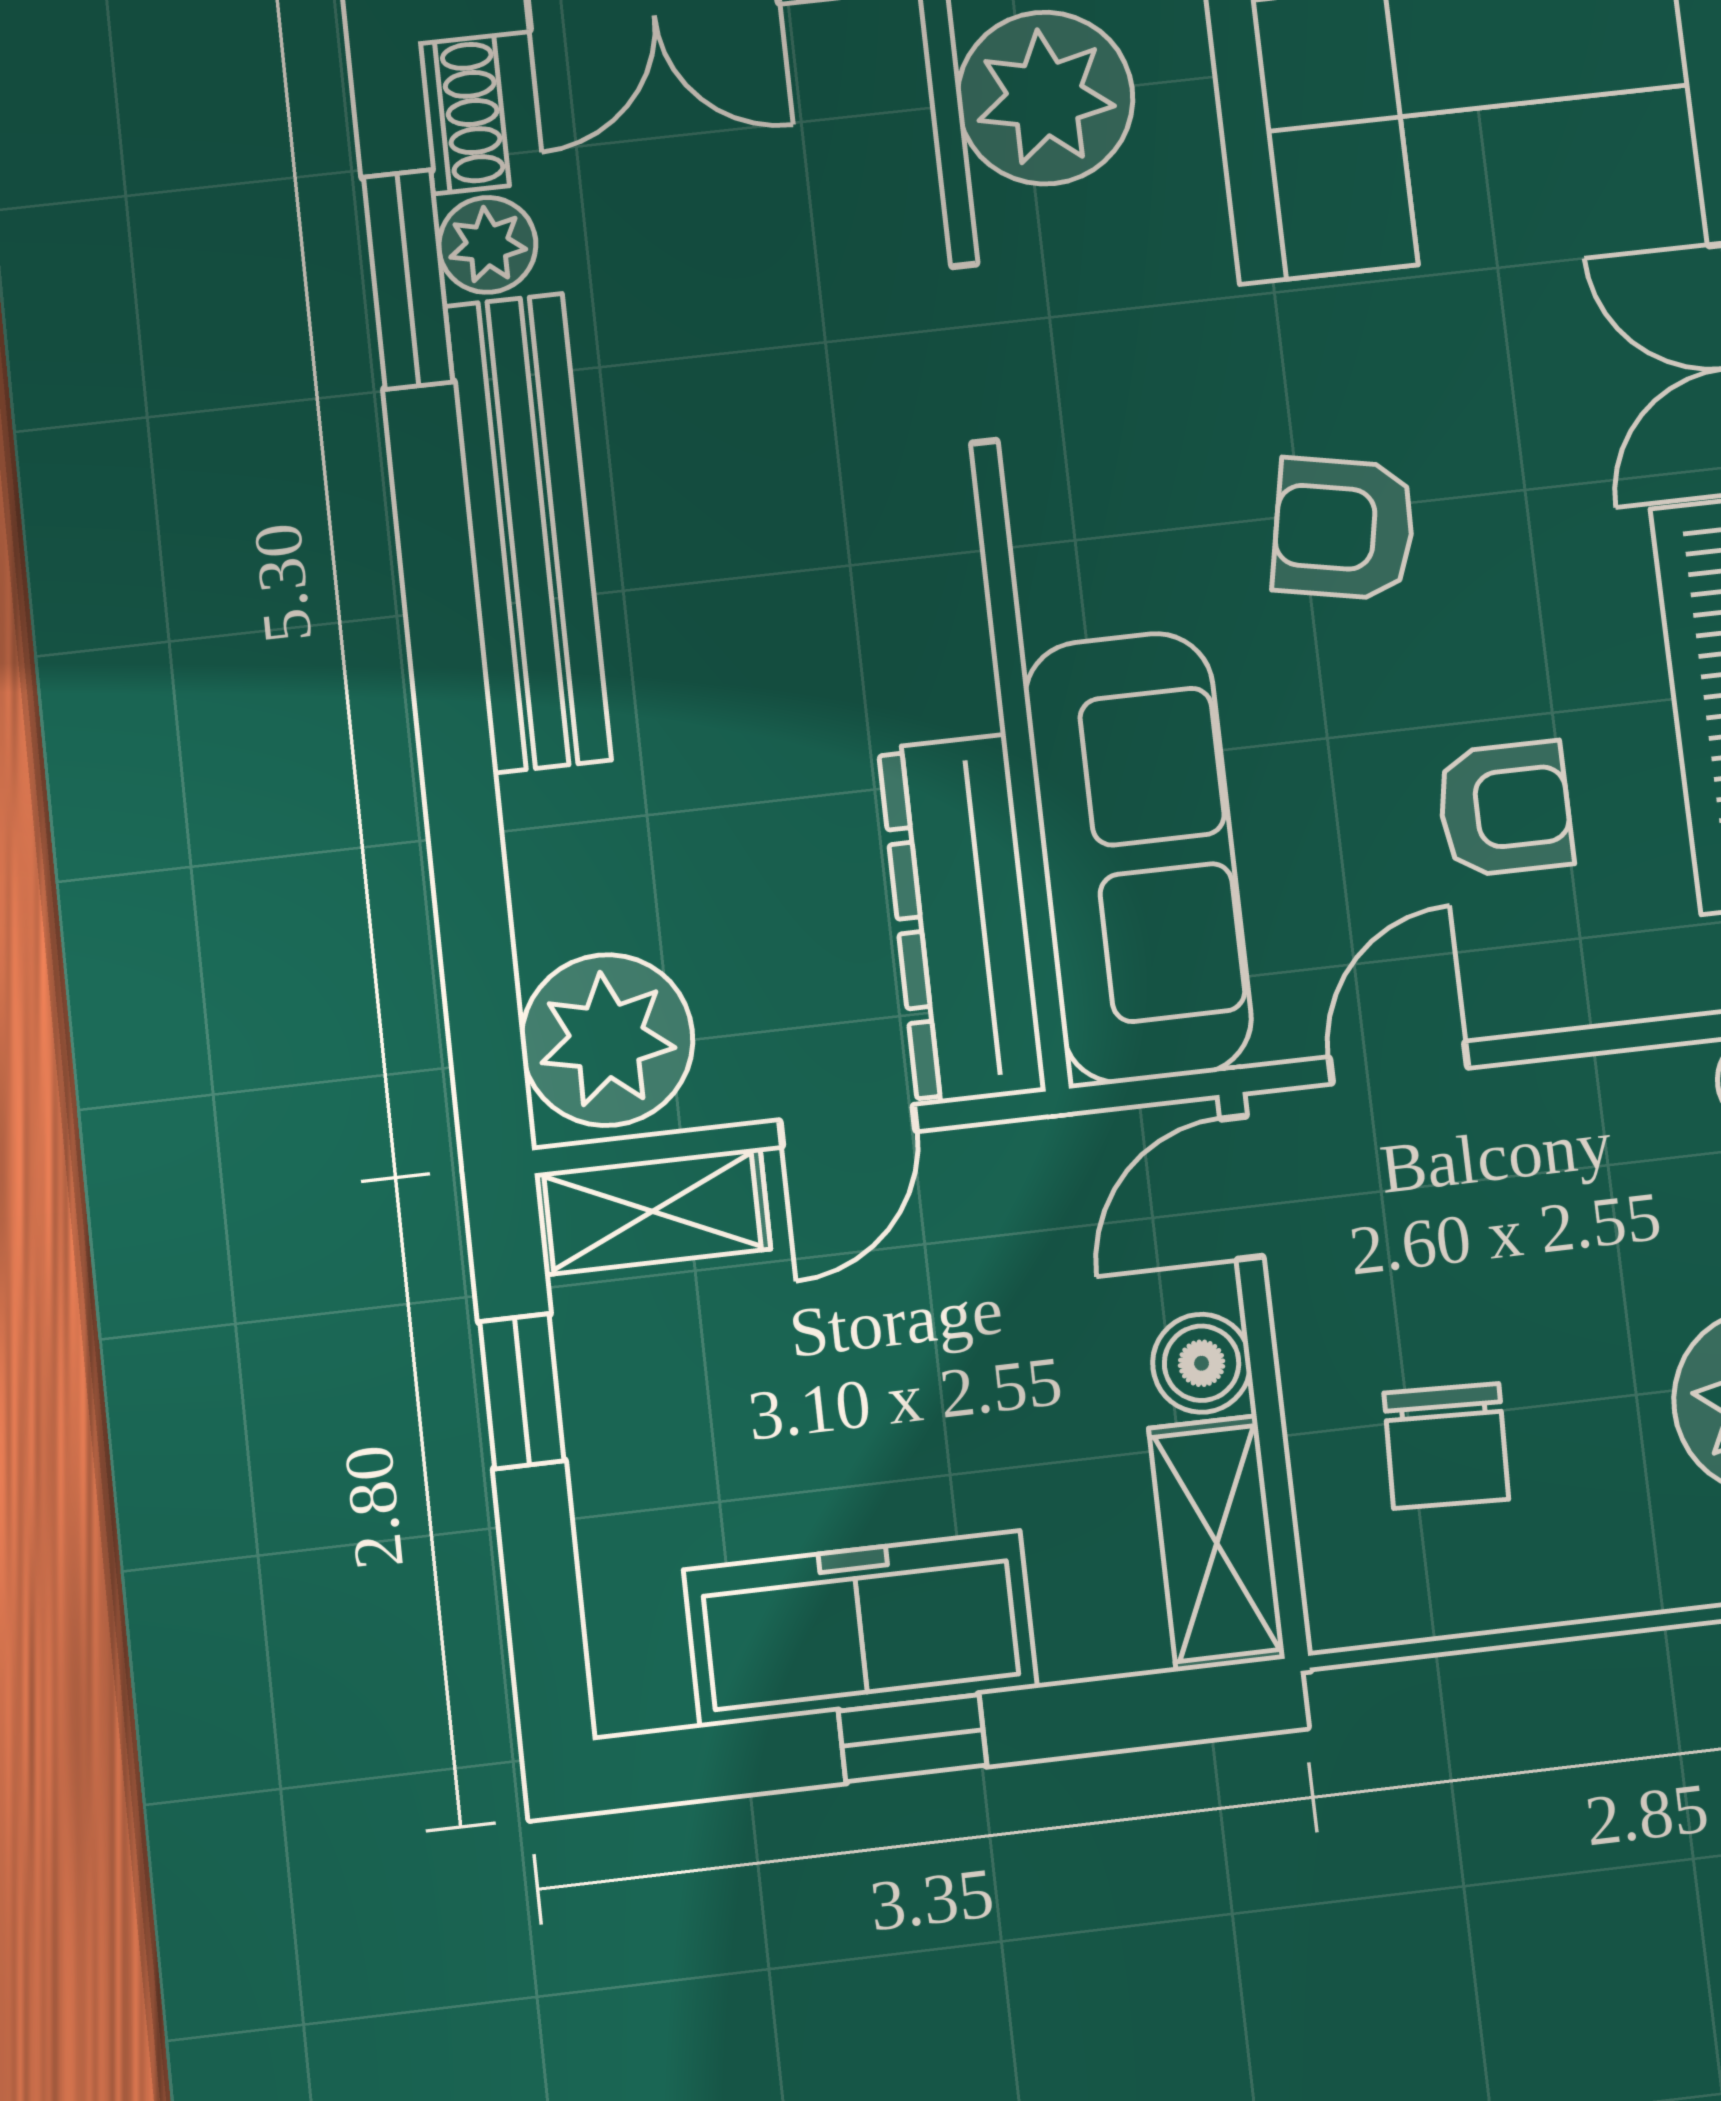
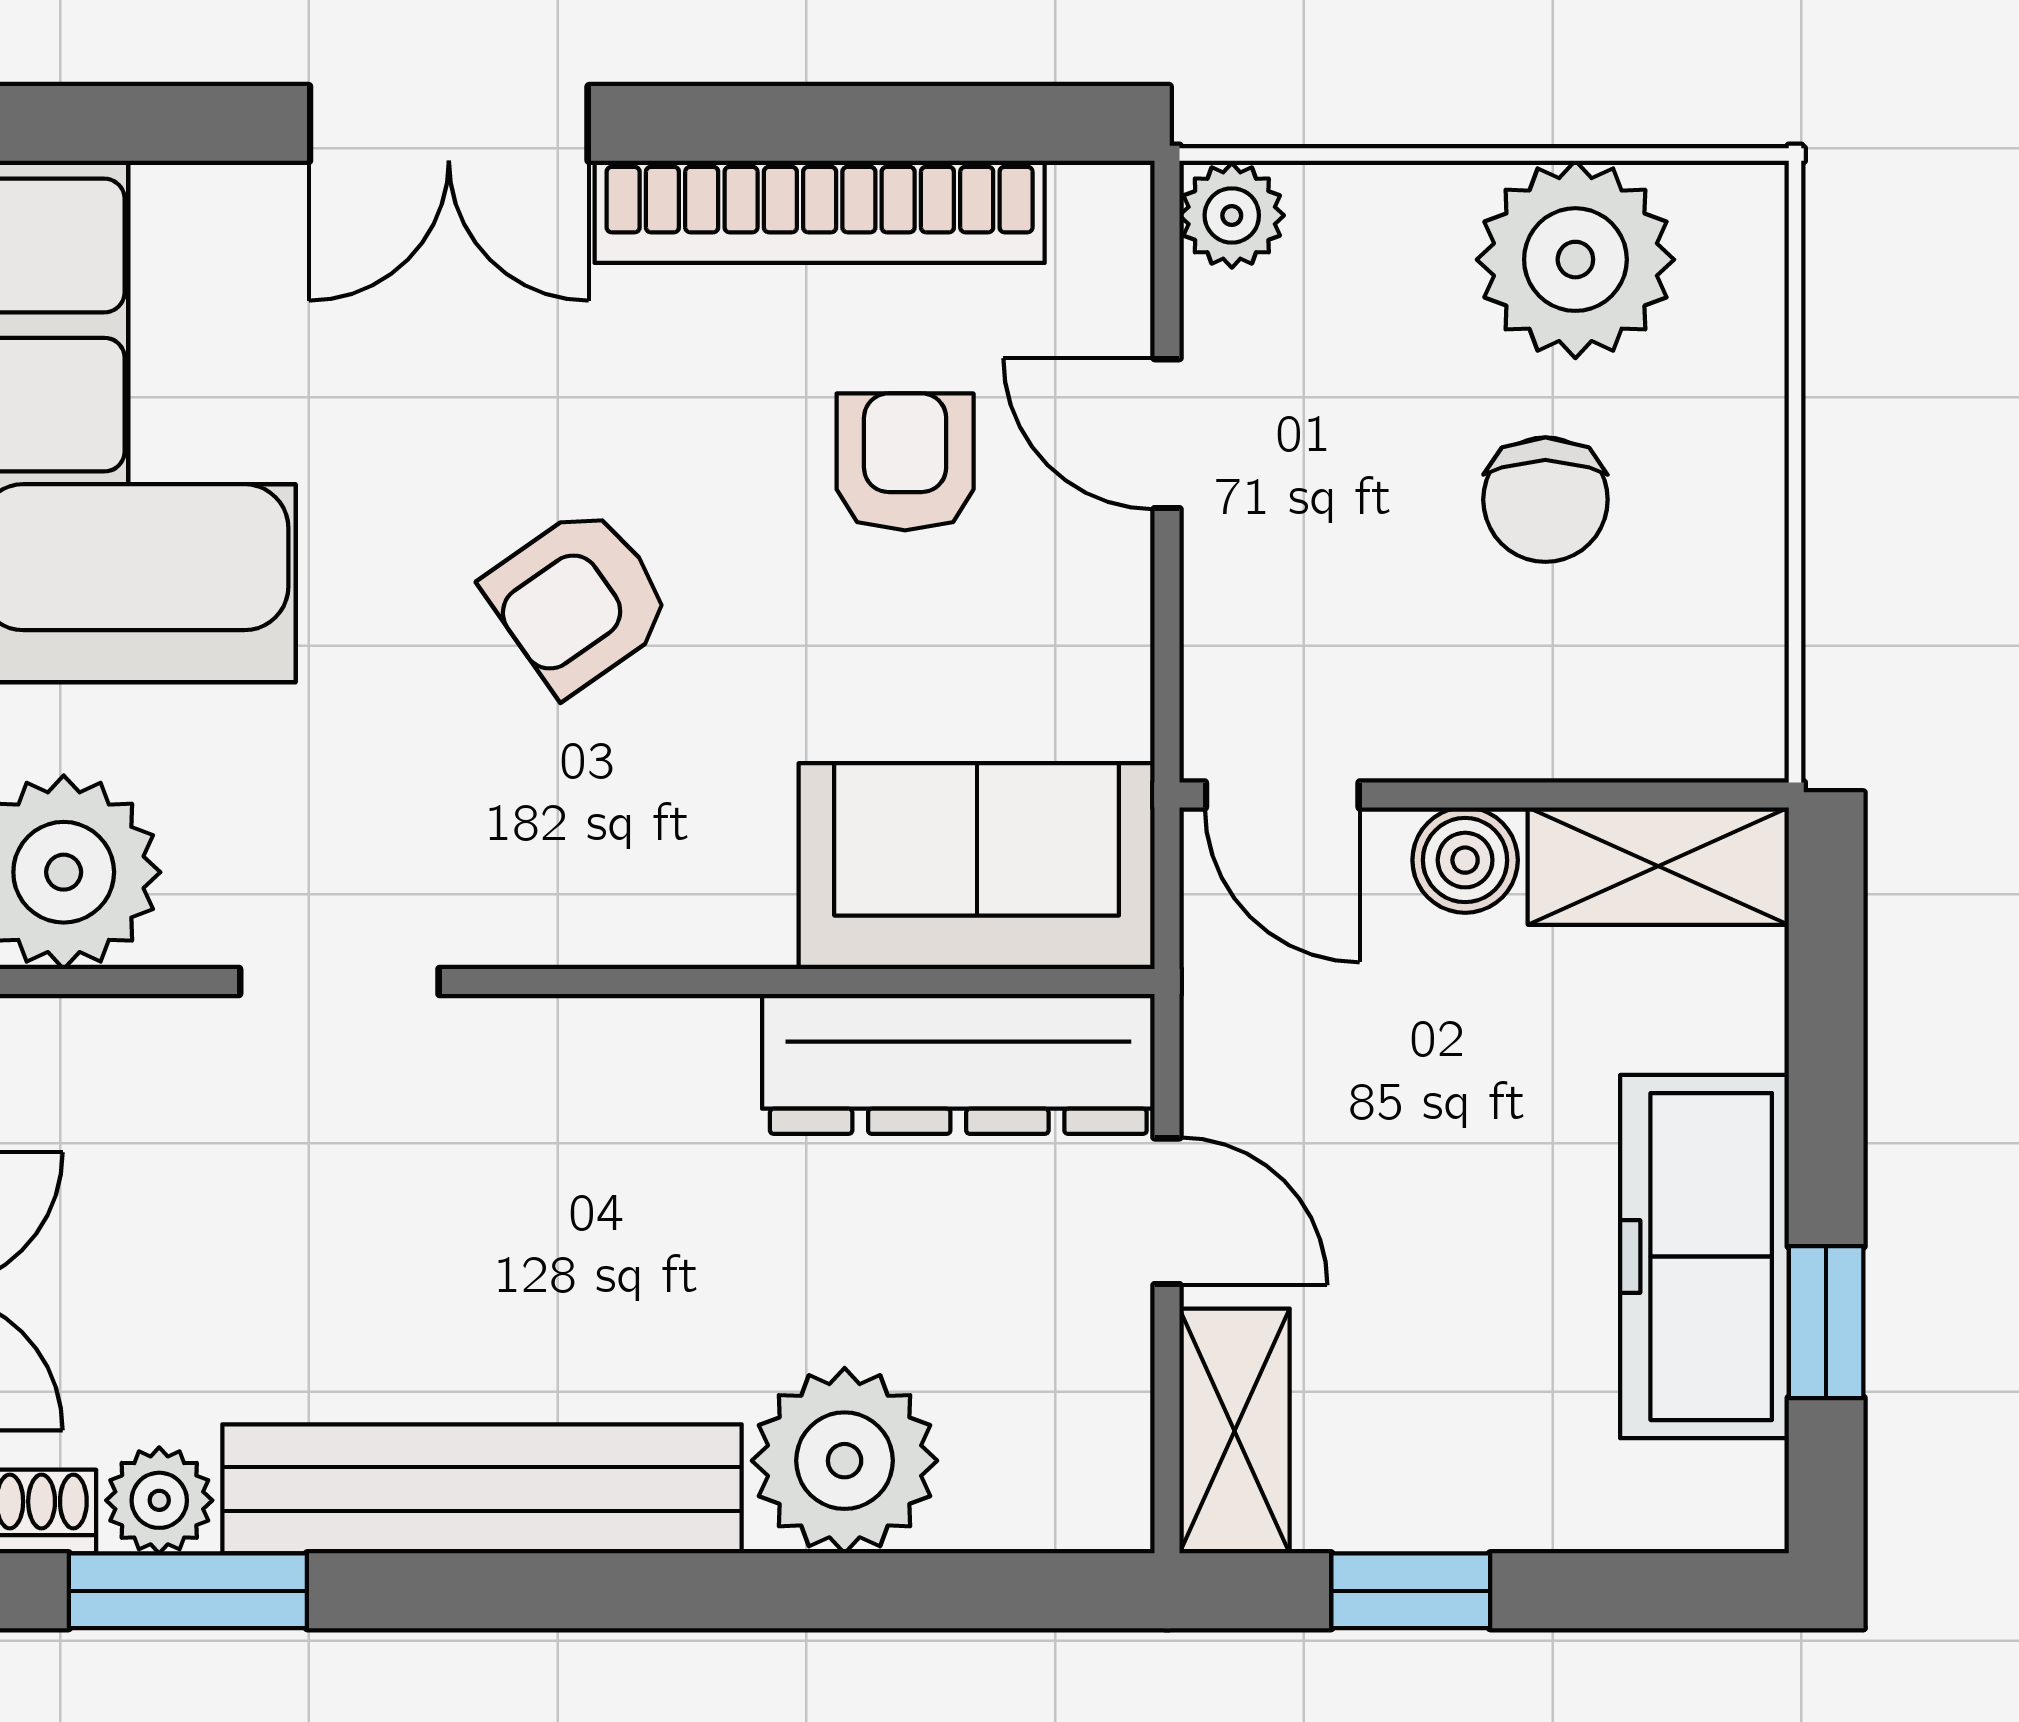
armchair: (1344, 529) -> (579, 600), turned 44
sofa: (1138, 857) -> (977, 866), width x0.73
plant: (607, 1040) -> (845, 1461), moved
door: (1399, 1063) -> (1167, 434), moved
chair: (1446, 1446) -> (1545, 500), moved, turned 88
window: (913, 1738) -> (1826, 1322), moved

